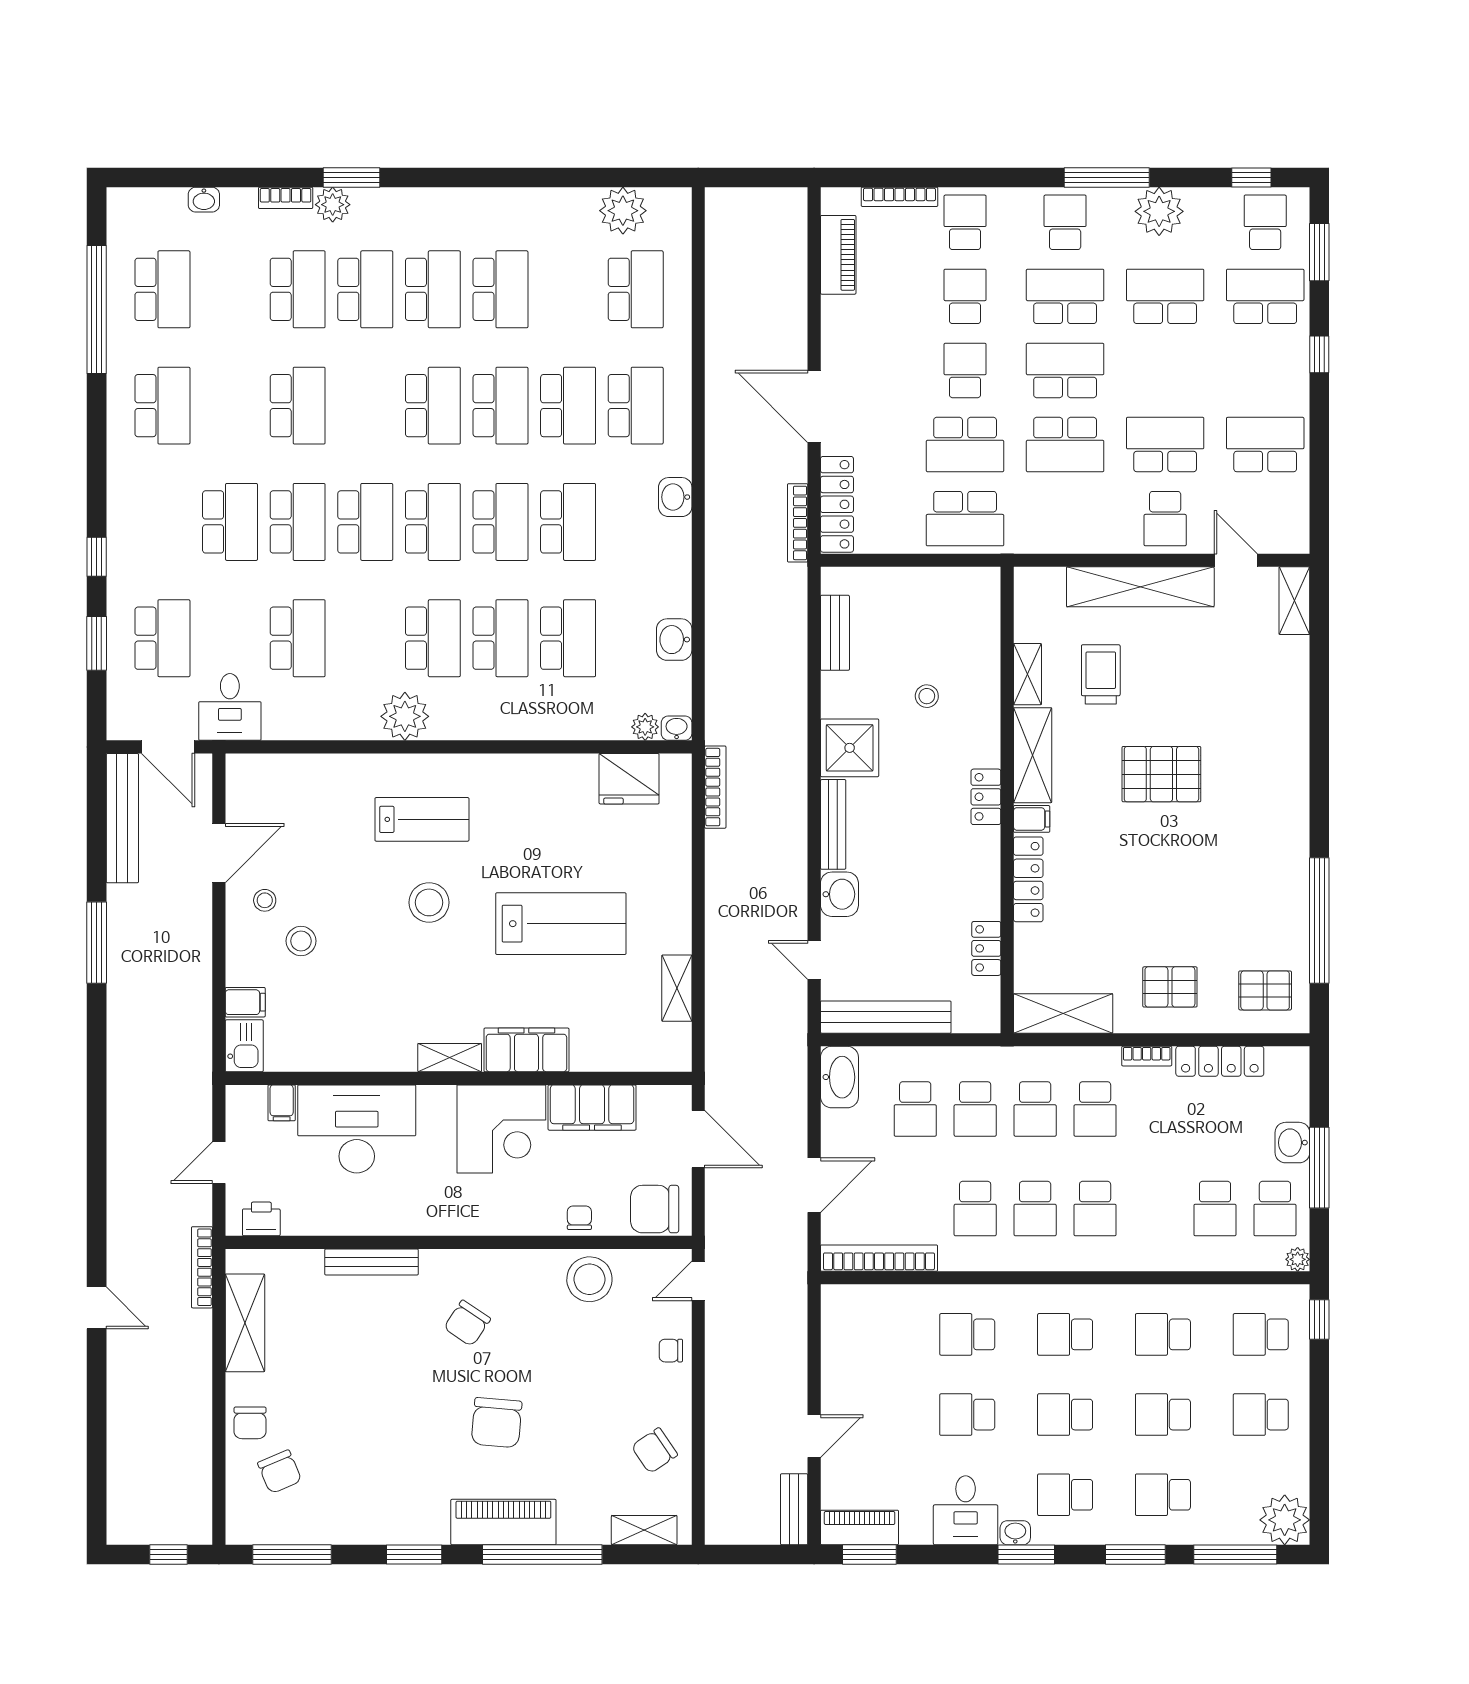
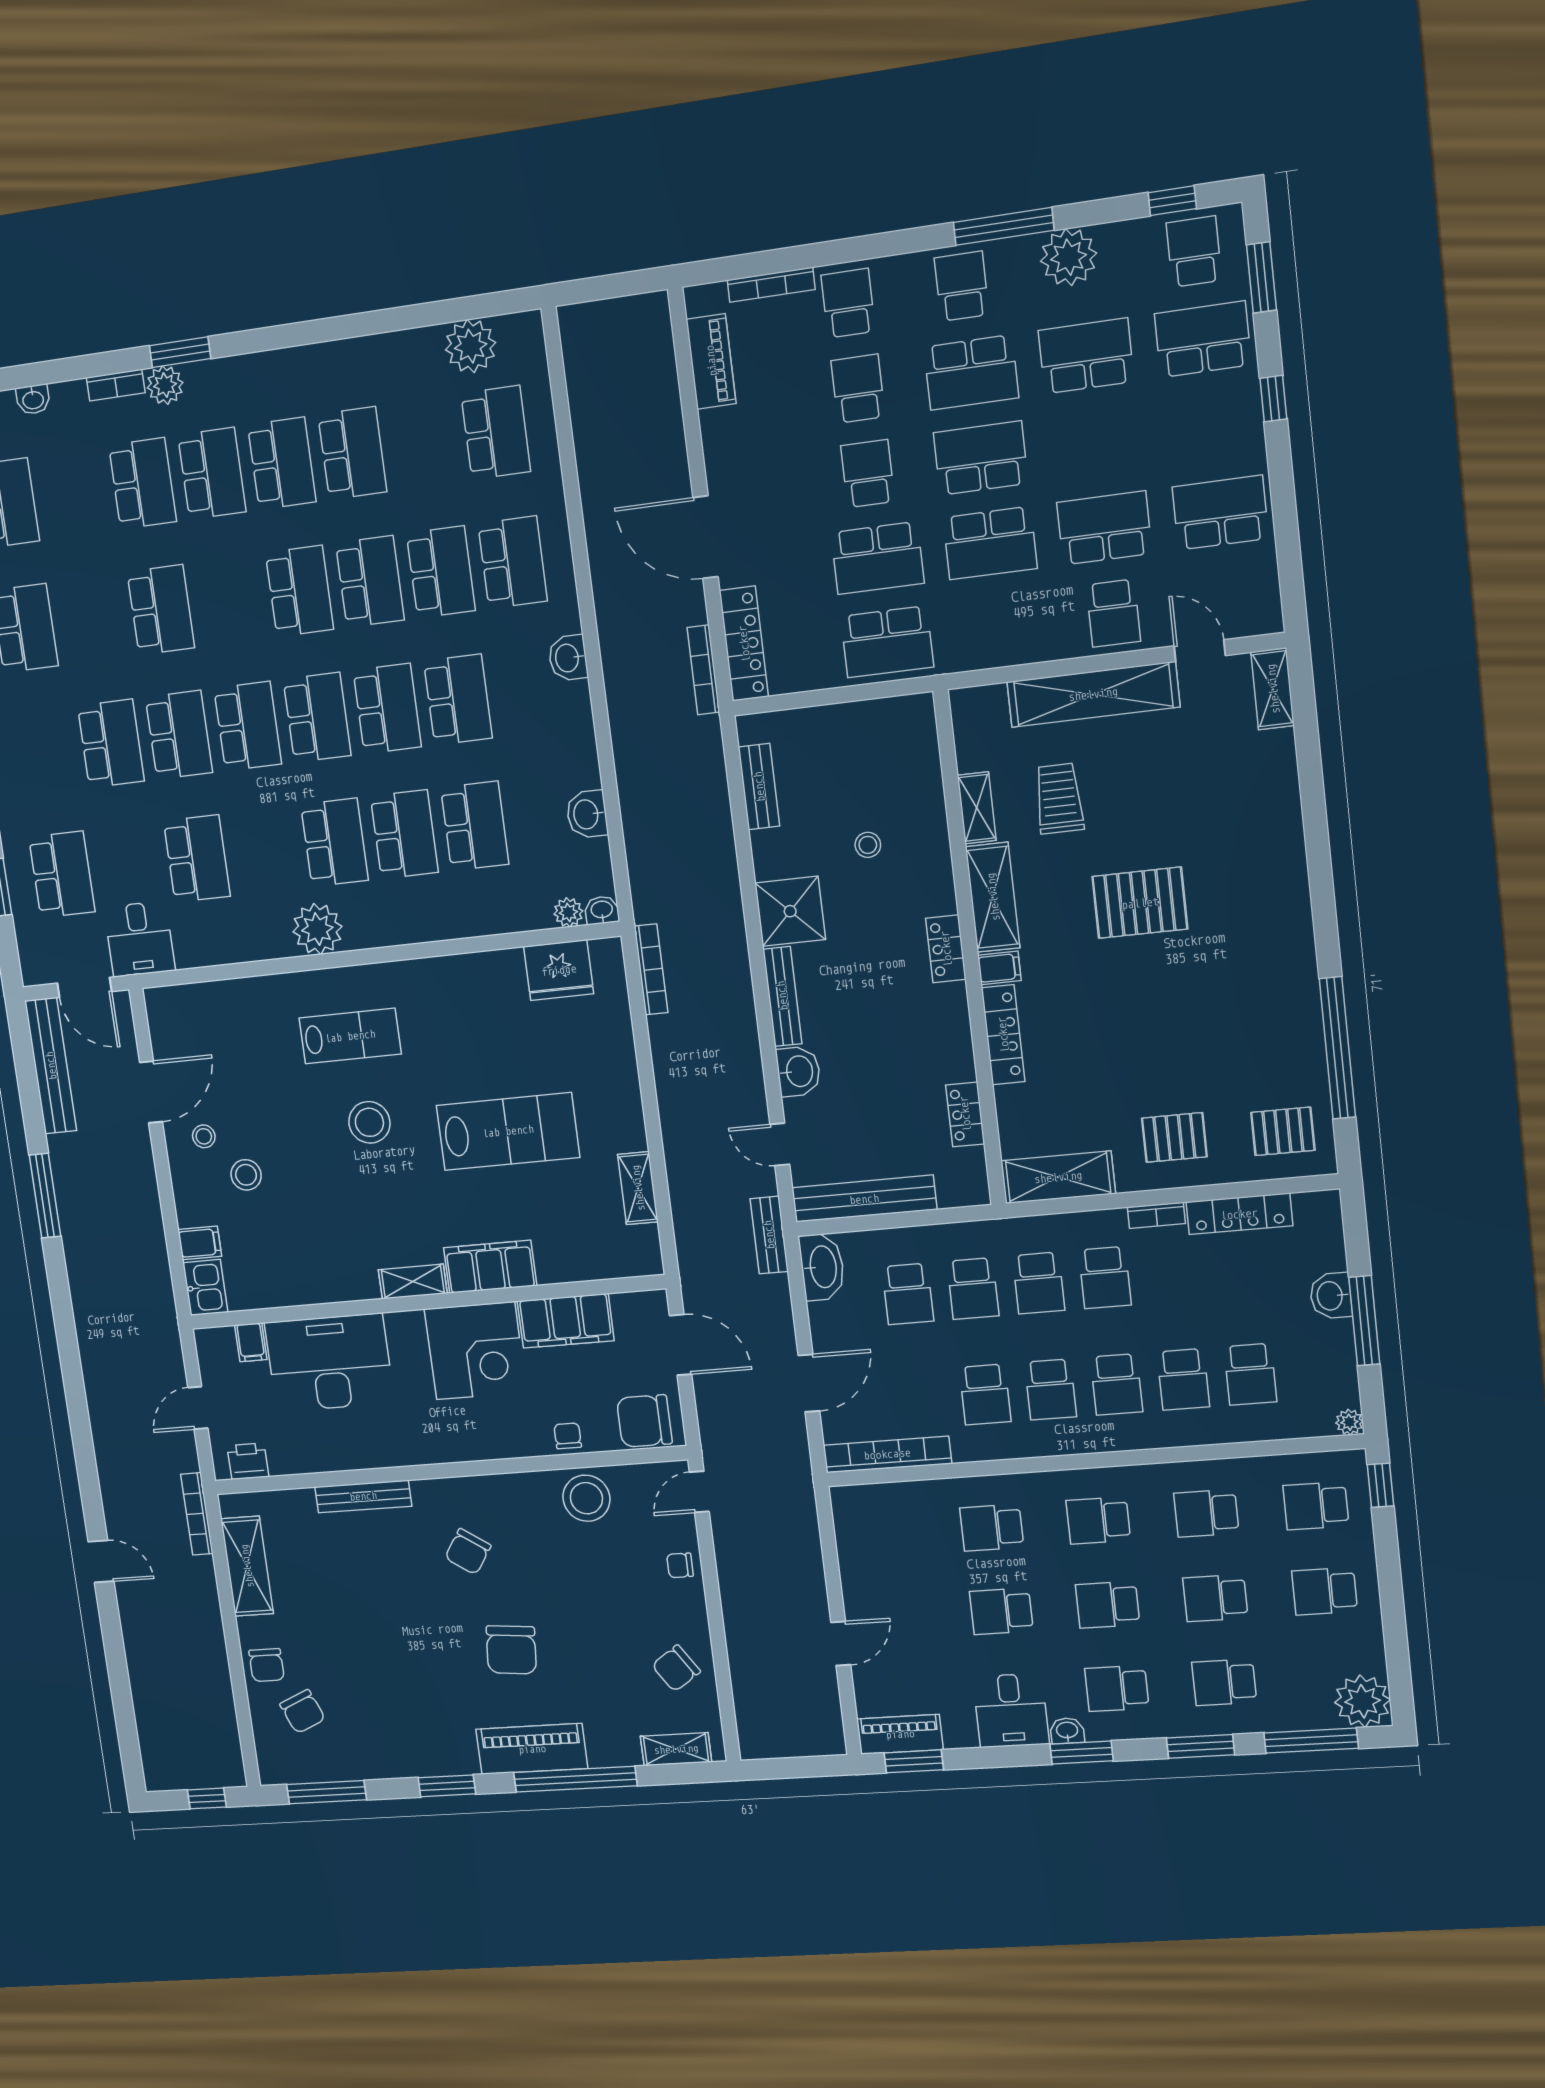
school desk: (1065, 296) -> (971, 372), turned 180
school desk: (1275, 1209) -> (1183, 1379), moved
bench: (794, 1509) -> (769, 1235), moved

